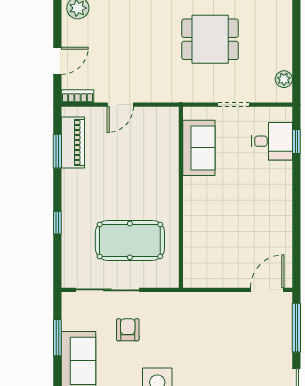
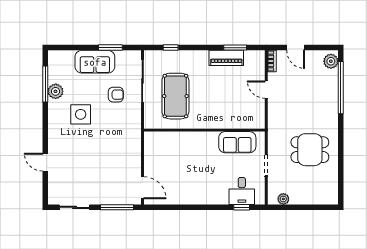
dining table: (210, 39) -> (310, 150), turned 90
piano: (73, 143) -> (226, 58), moved
window: (57, 223) -> (171, 48), moved

